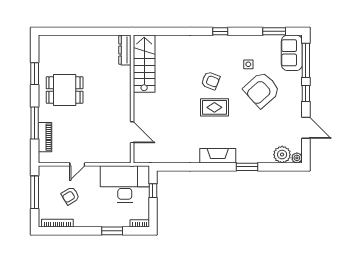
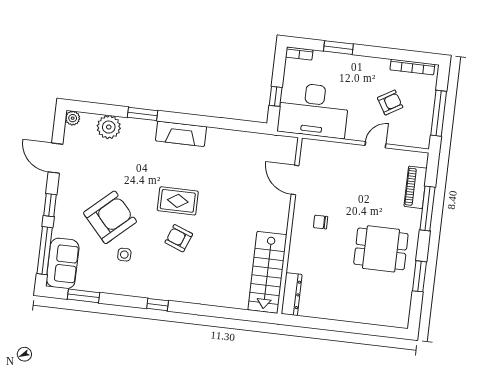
chair: (110, 104) -> (321, 222), added
plant: (282, 155) -> (109, 127), moved

